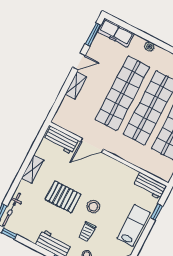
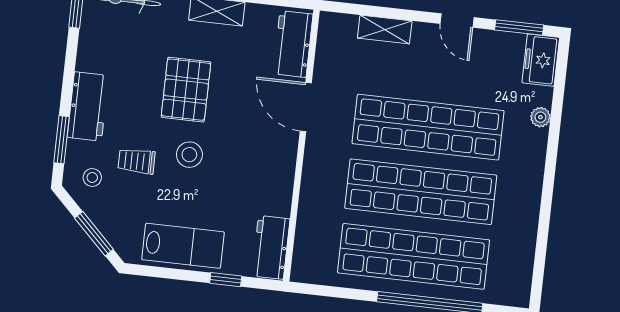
freezer: (116, 33) -> (541, 60), width x0.71
plant: (149, 47) -> (540, 117), moved
shelving: (76, 85) -> (385, 30), moved

